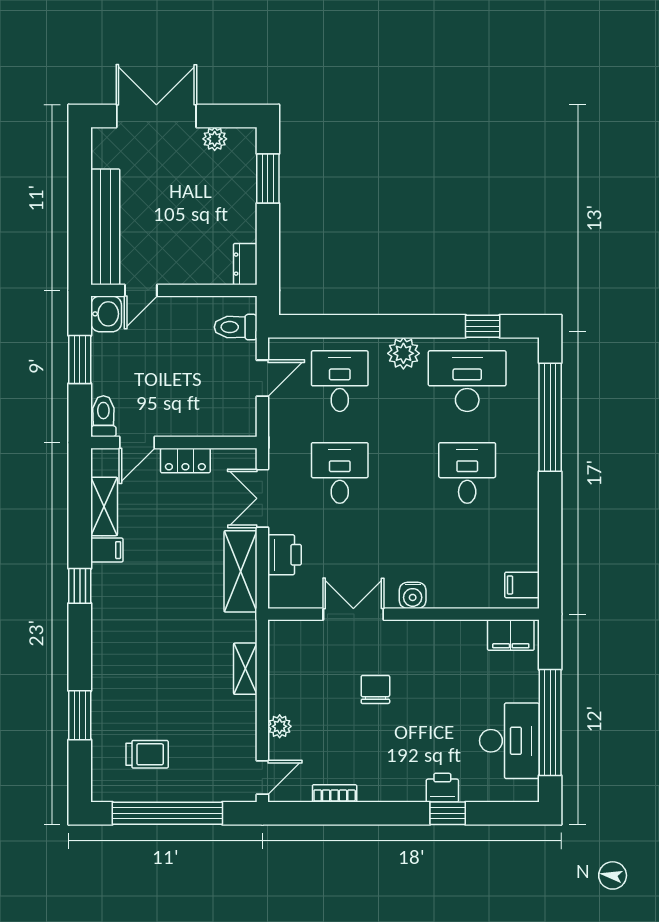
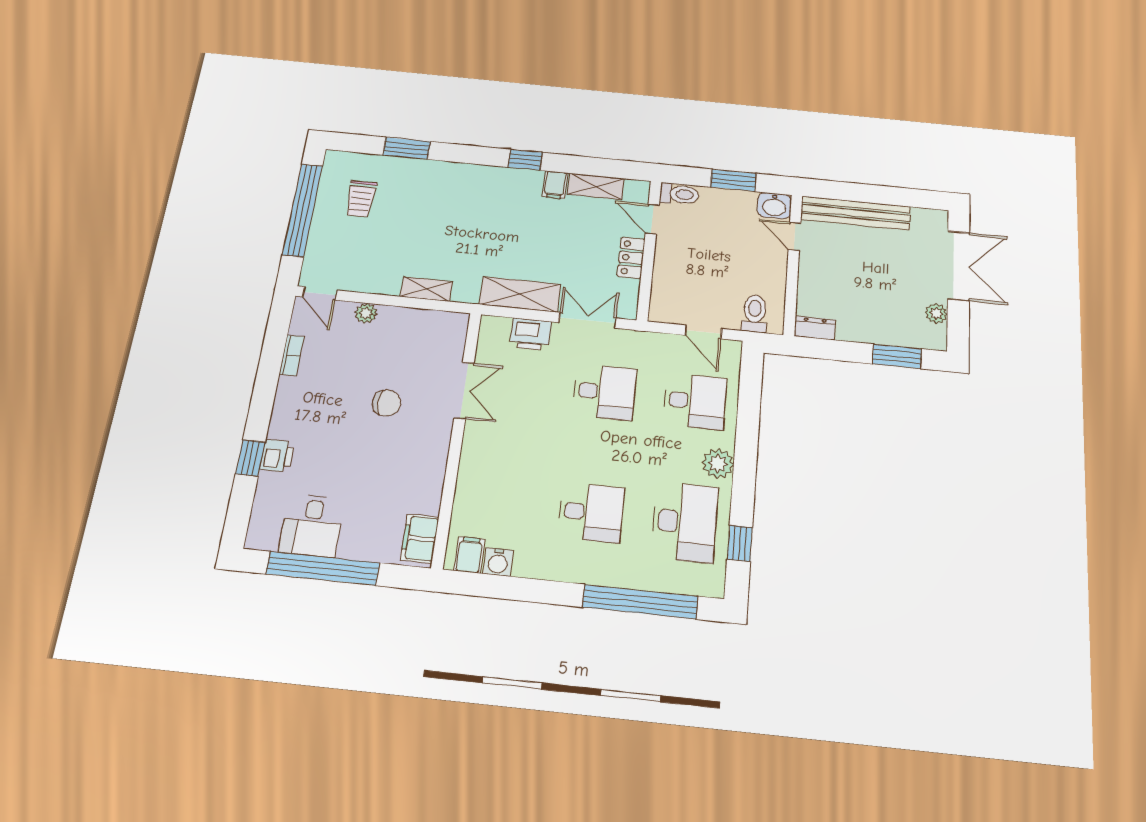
water cooler: (413, 595) -> (498, 562), moved, turned -90
desk: (509, 741) -> (312, 526), width x0.73

